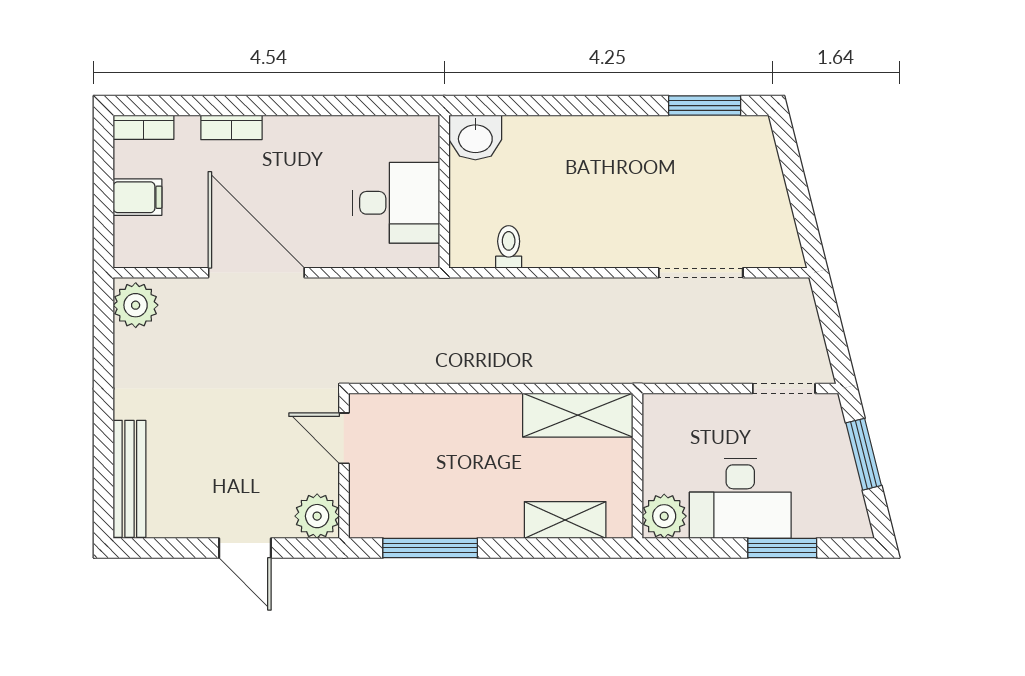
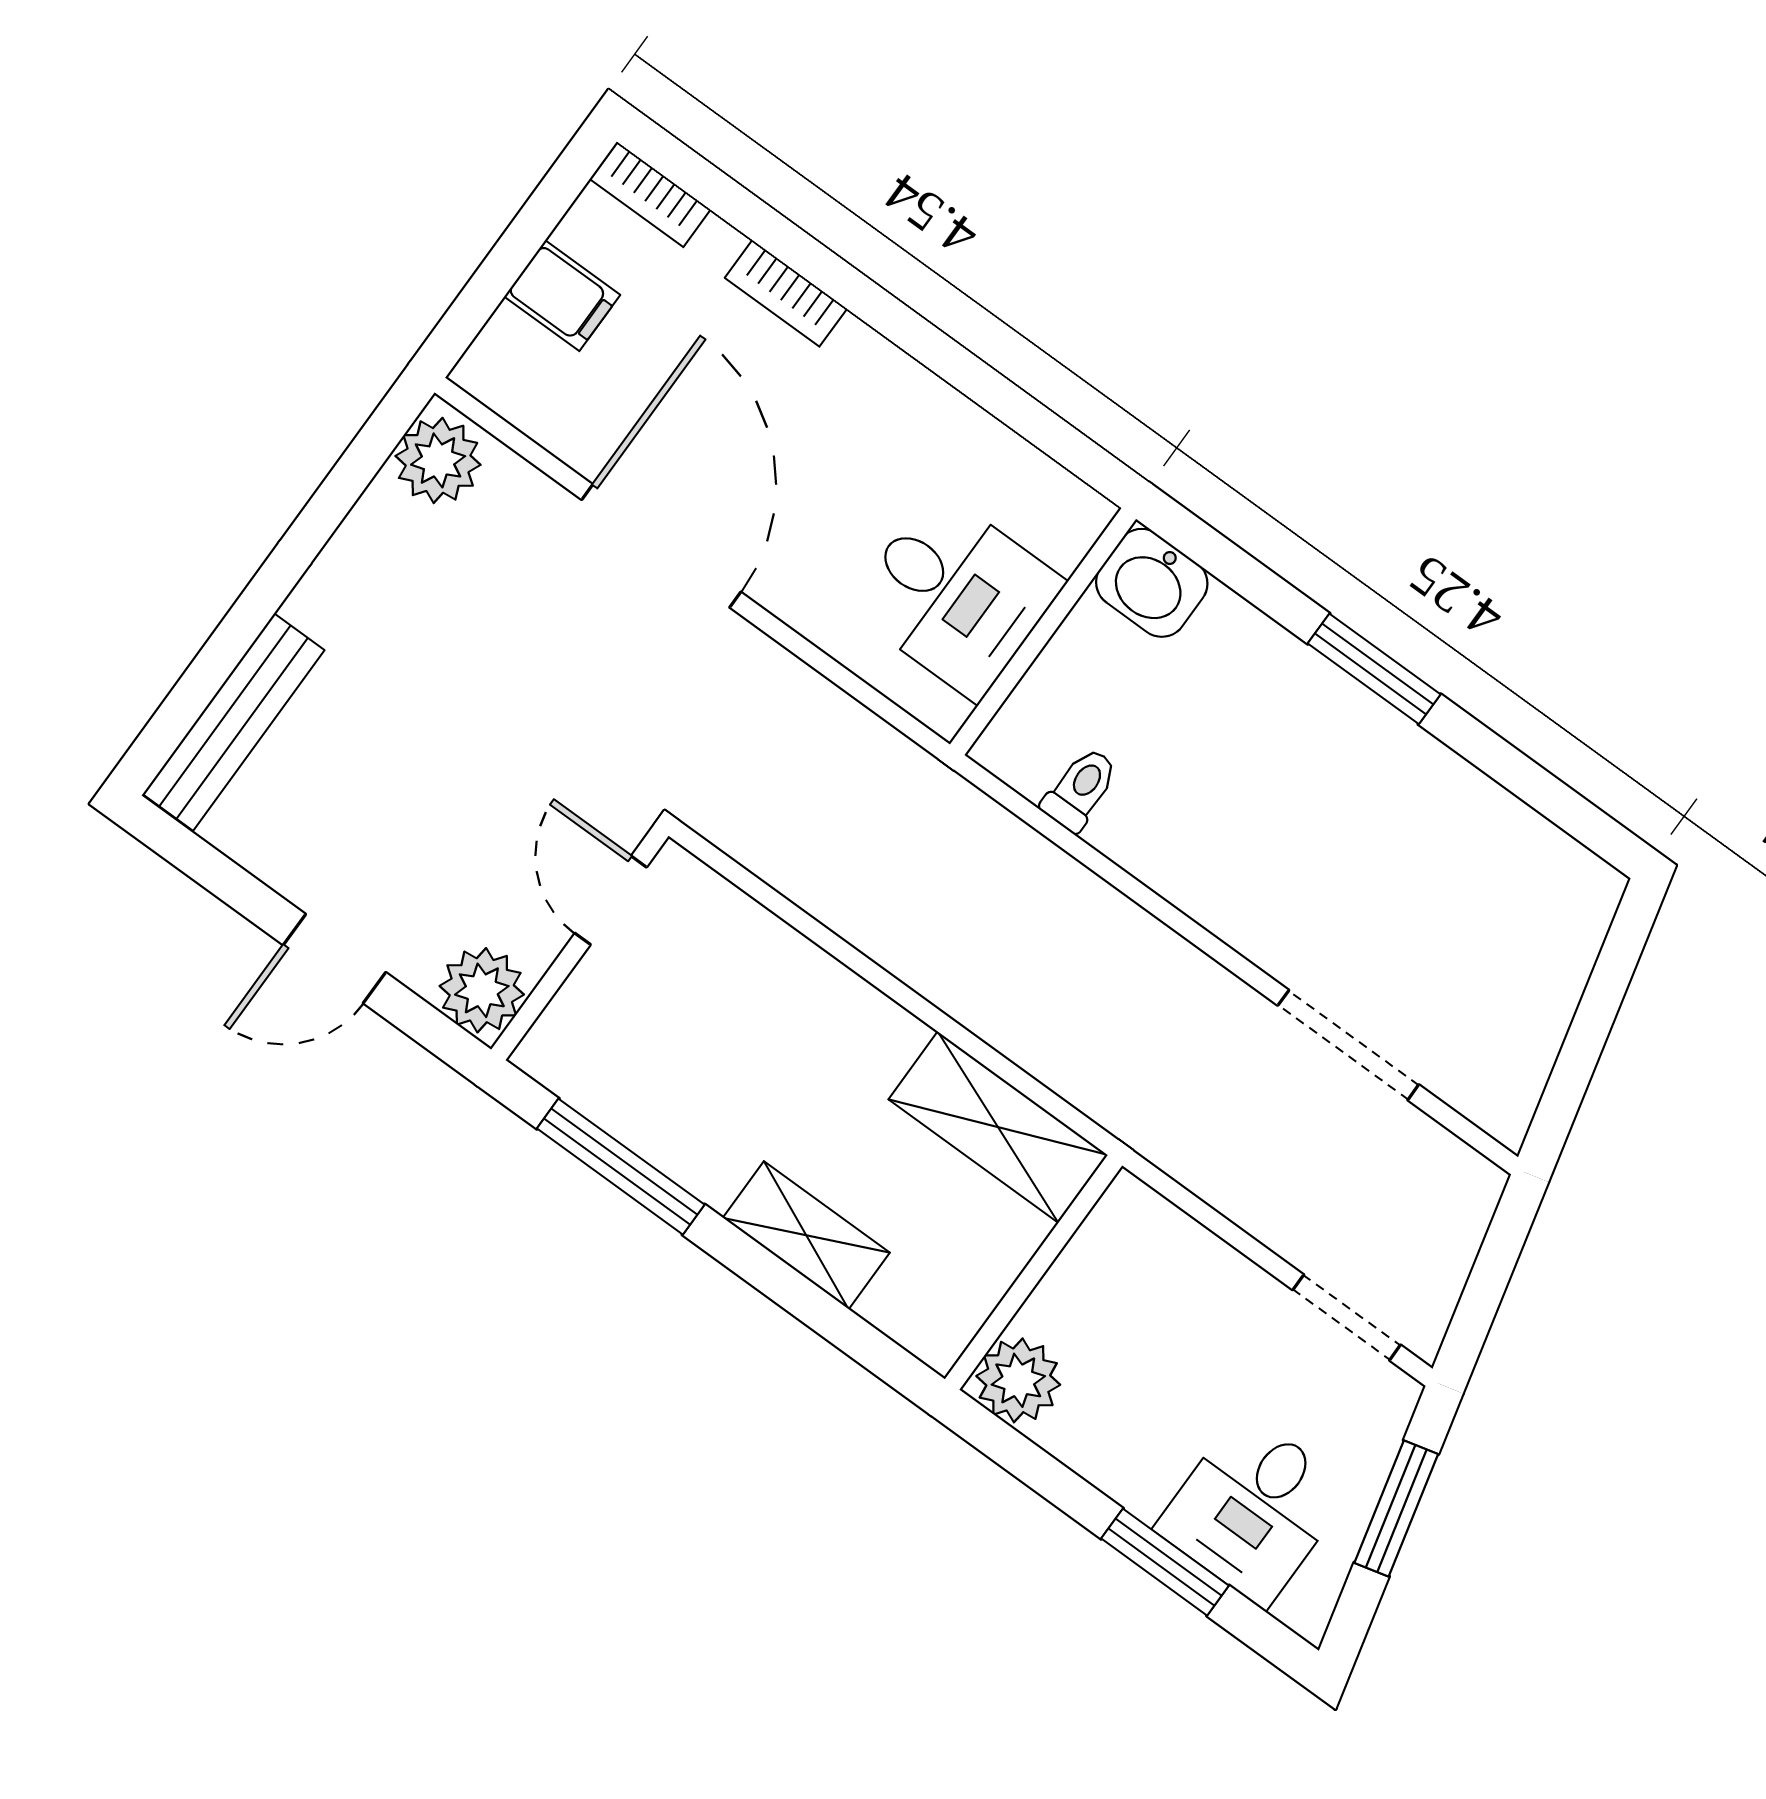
window: (705, 106) -> (1374, 669), moved
desk: (740, 498) -> (1253, 1509), moved, width x0.73
shelving: (565, 520) -> (806, 1235), moved
door: (245, 548) -> (334, 959), hinge flipped

